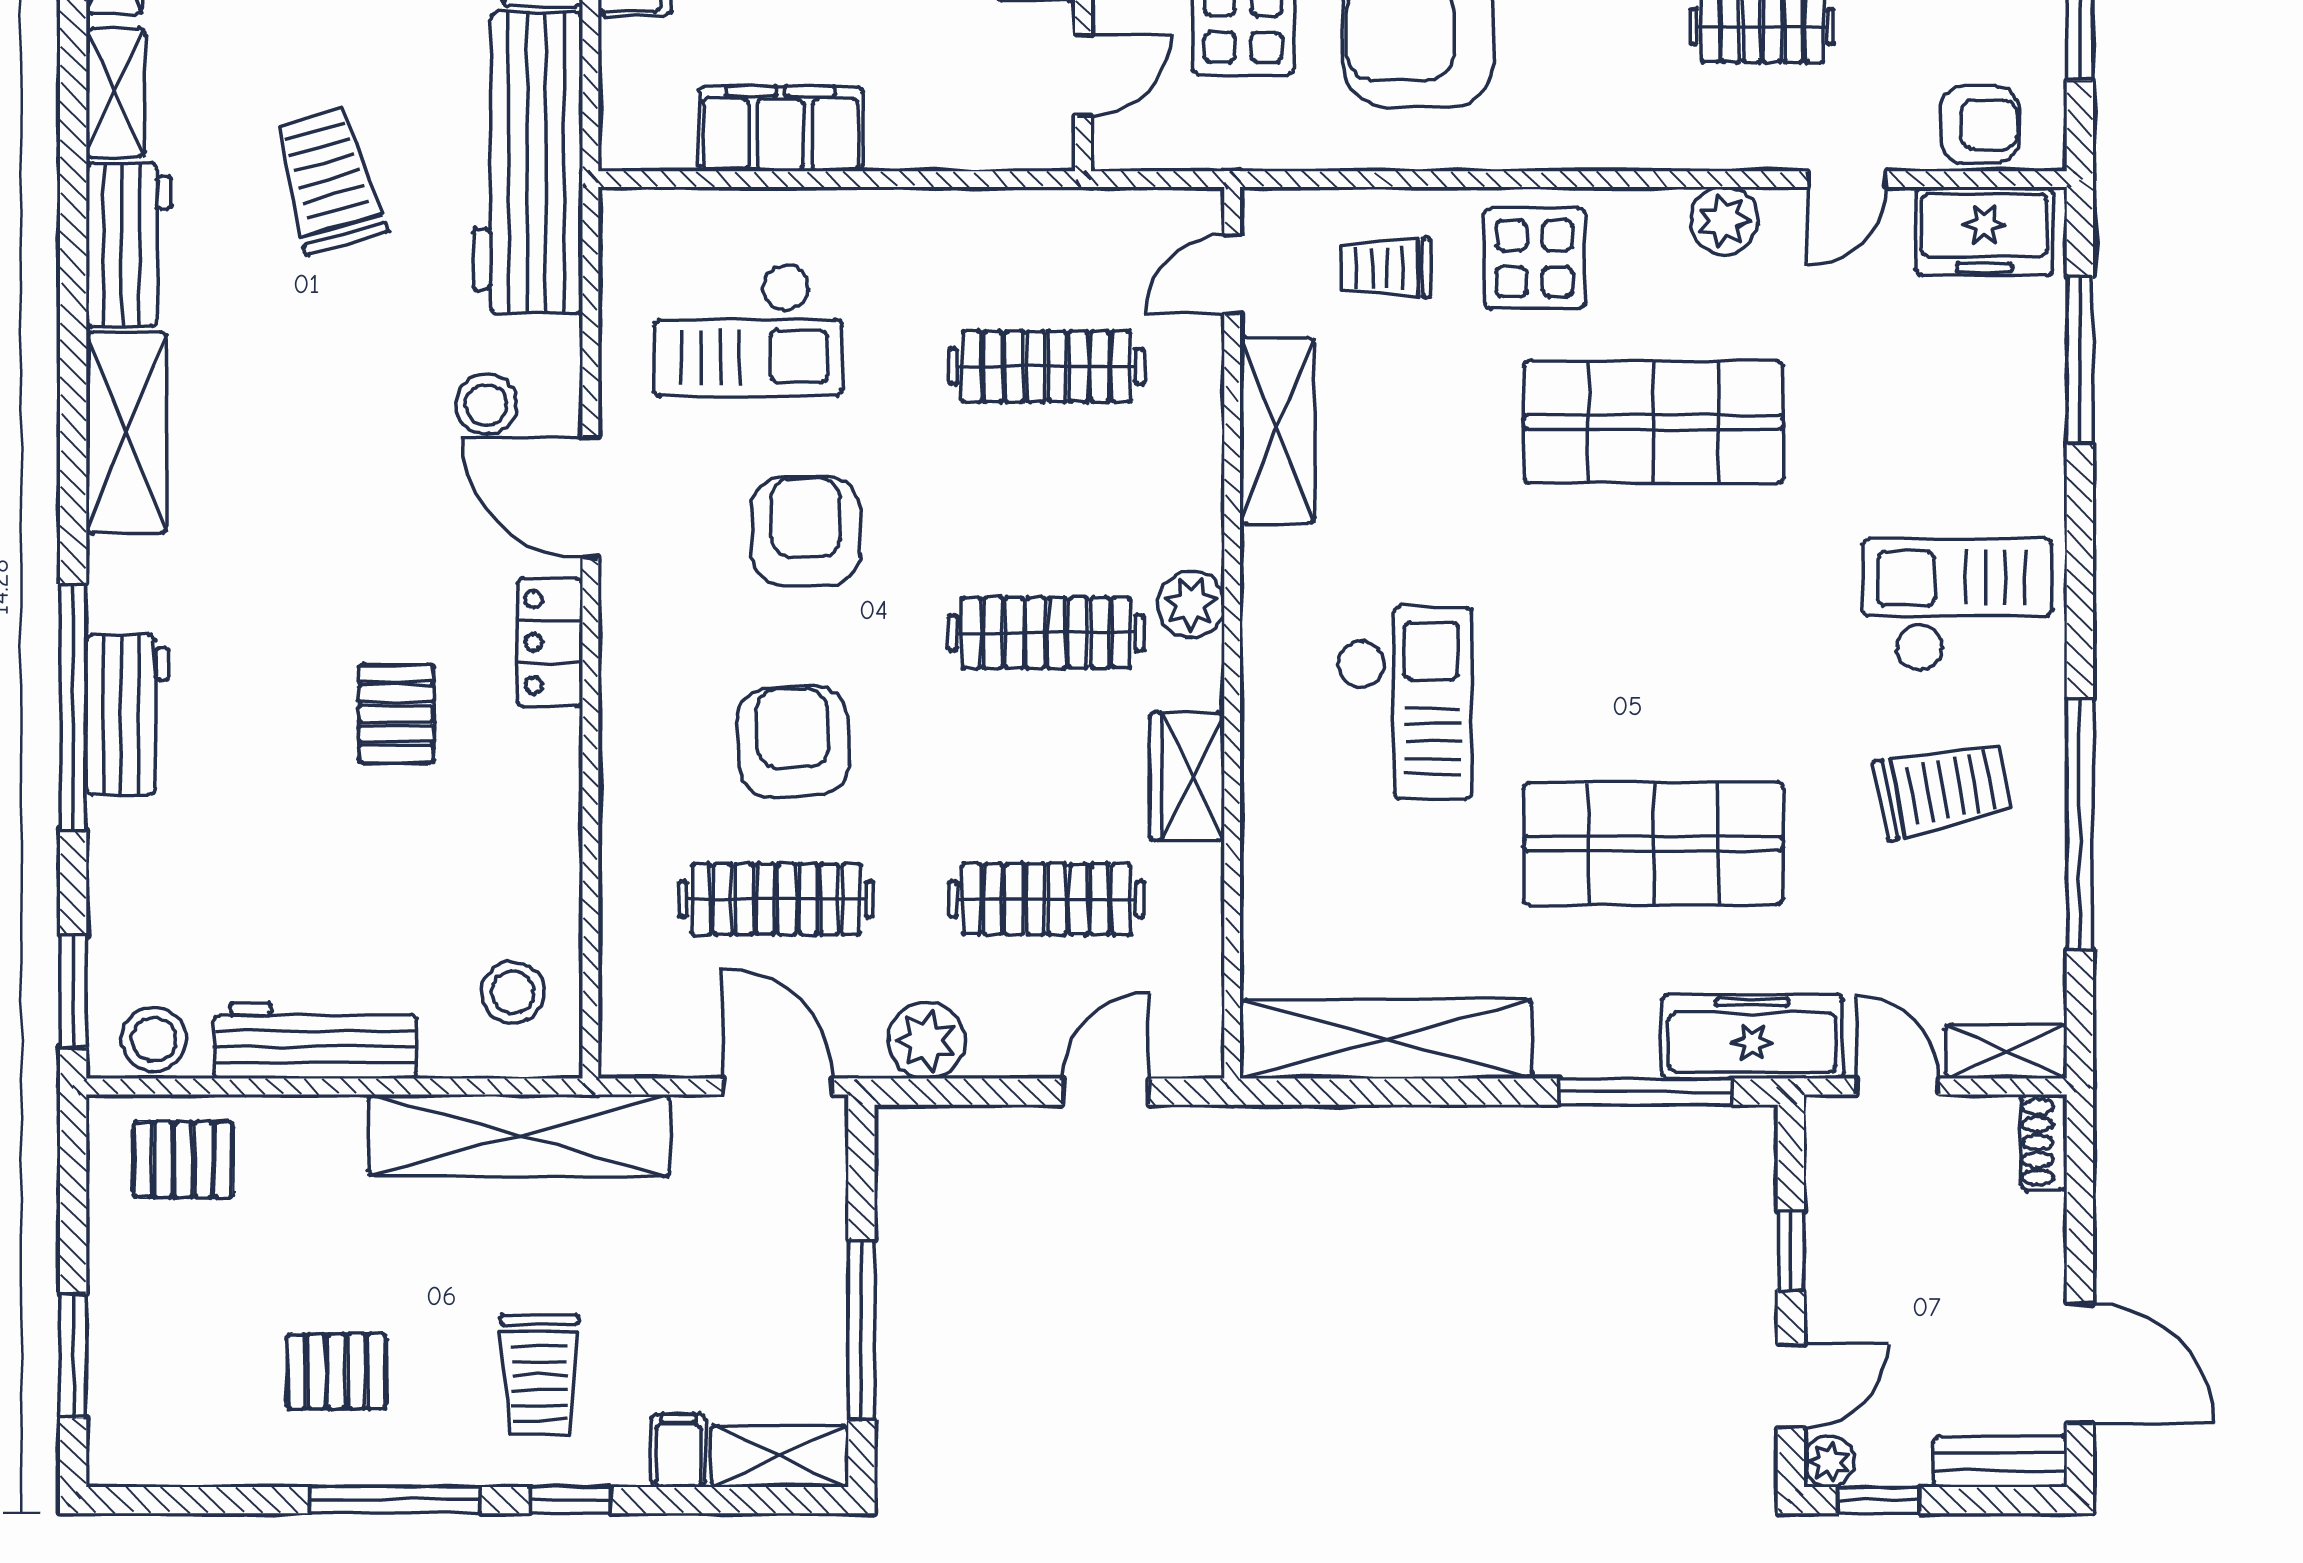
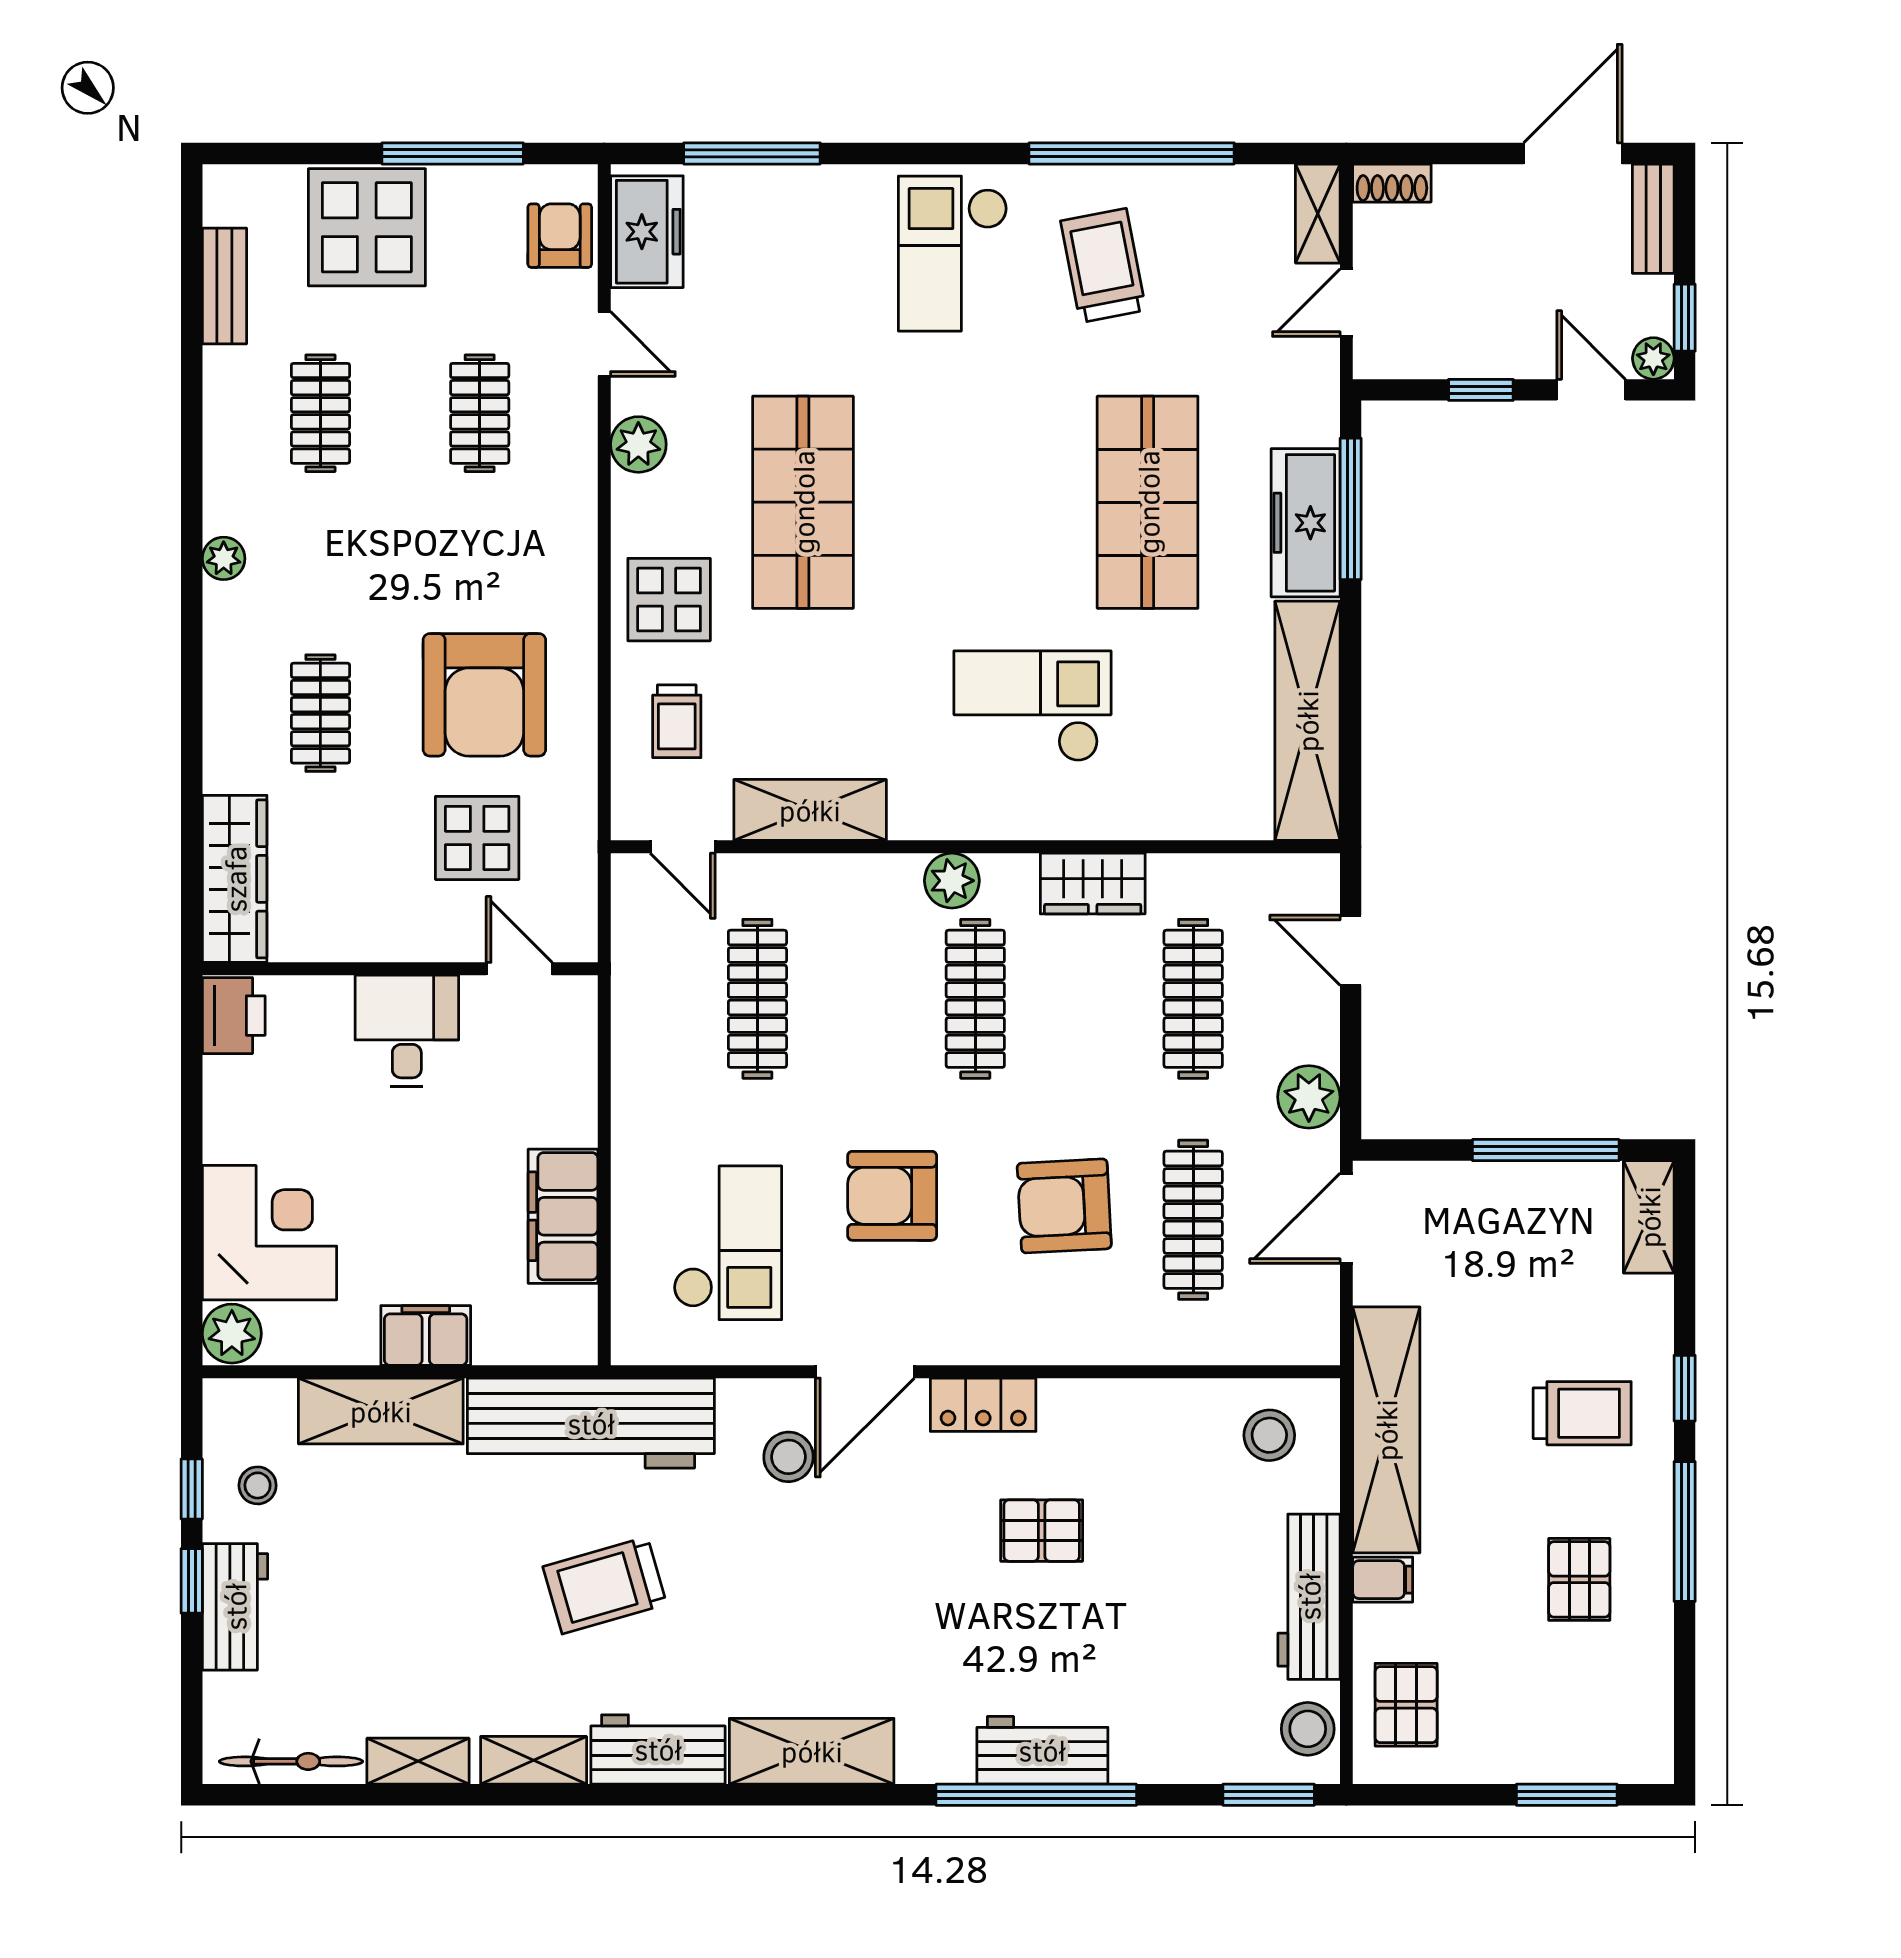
freezer: (1752, 1037) -> (1306, 523), moved
filing cabinet: (678, 1450) -> (1383, 1580), moved, turned 180

